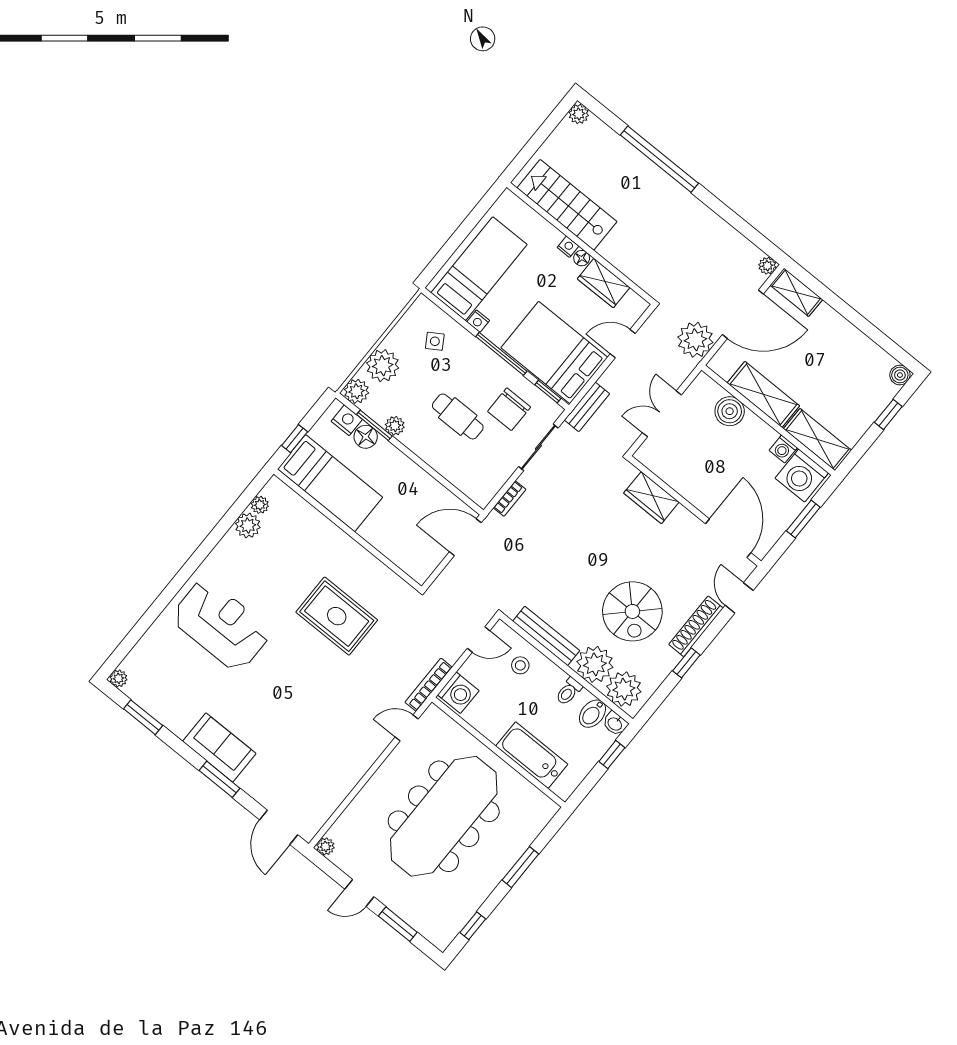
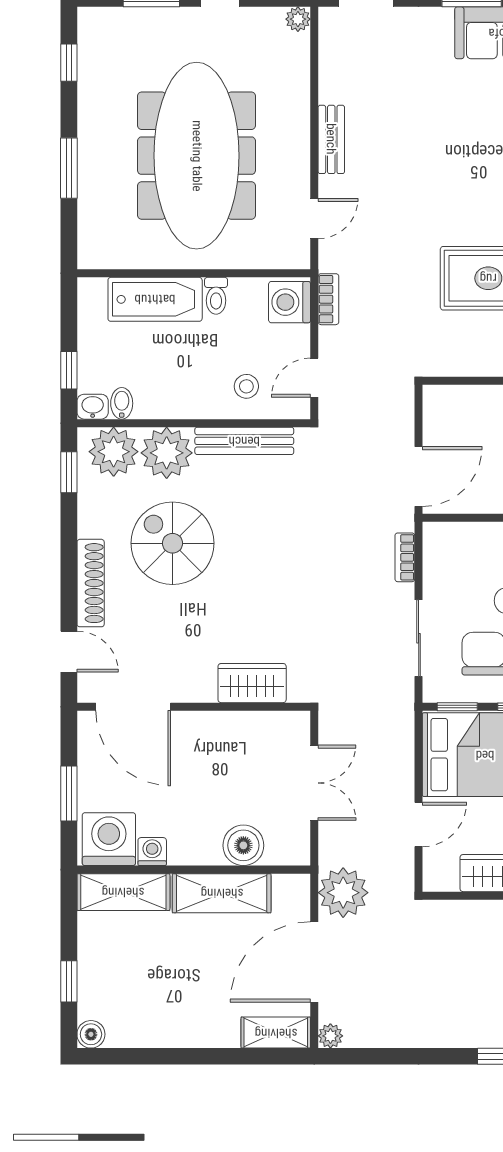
bench: (587, 407) -> (331, 139), moved
window: (686, 663) -> (69, 472), moved
bookcase: (429, 685) -> (328, 299), width x0.64
toilet: (569, 691) -> (216, 296), moved, turned 180
bidet: (592, 714) -> (122, 403), width x0.72, depth x0.74

